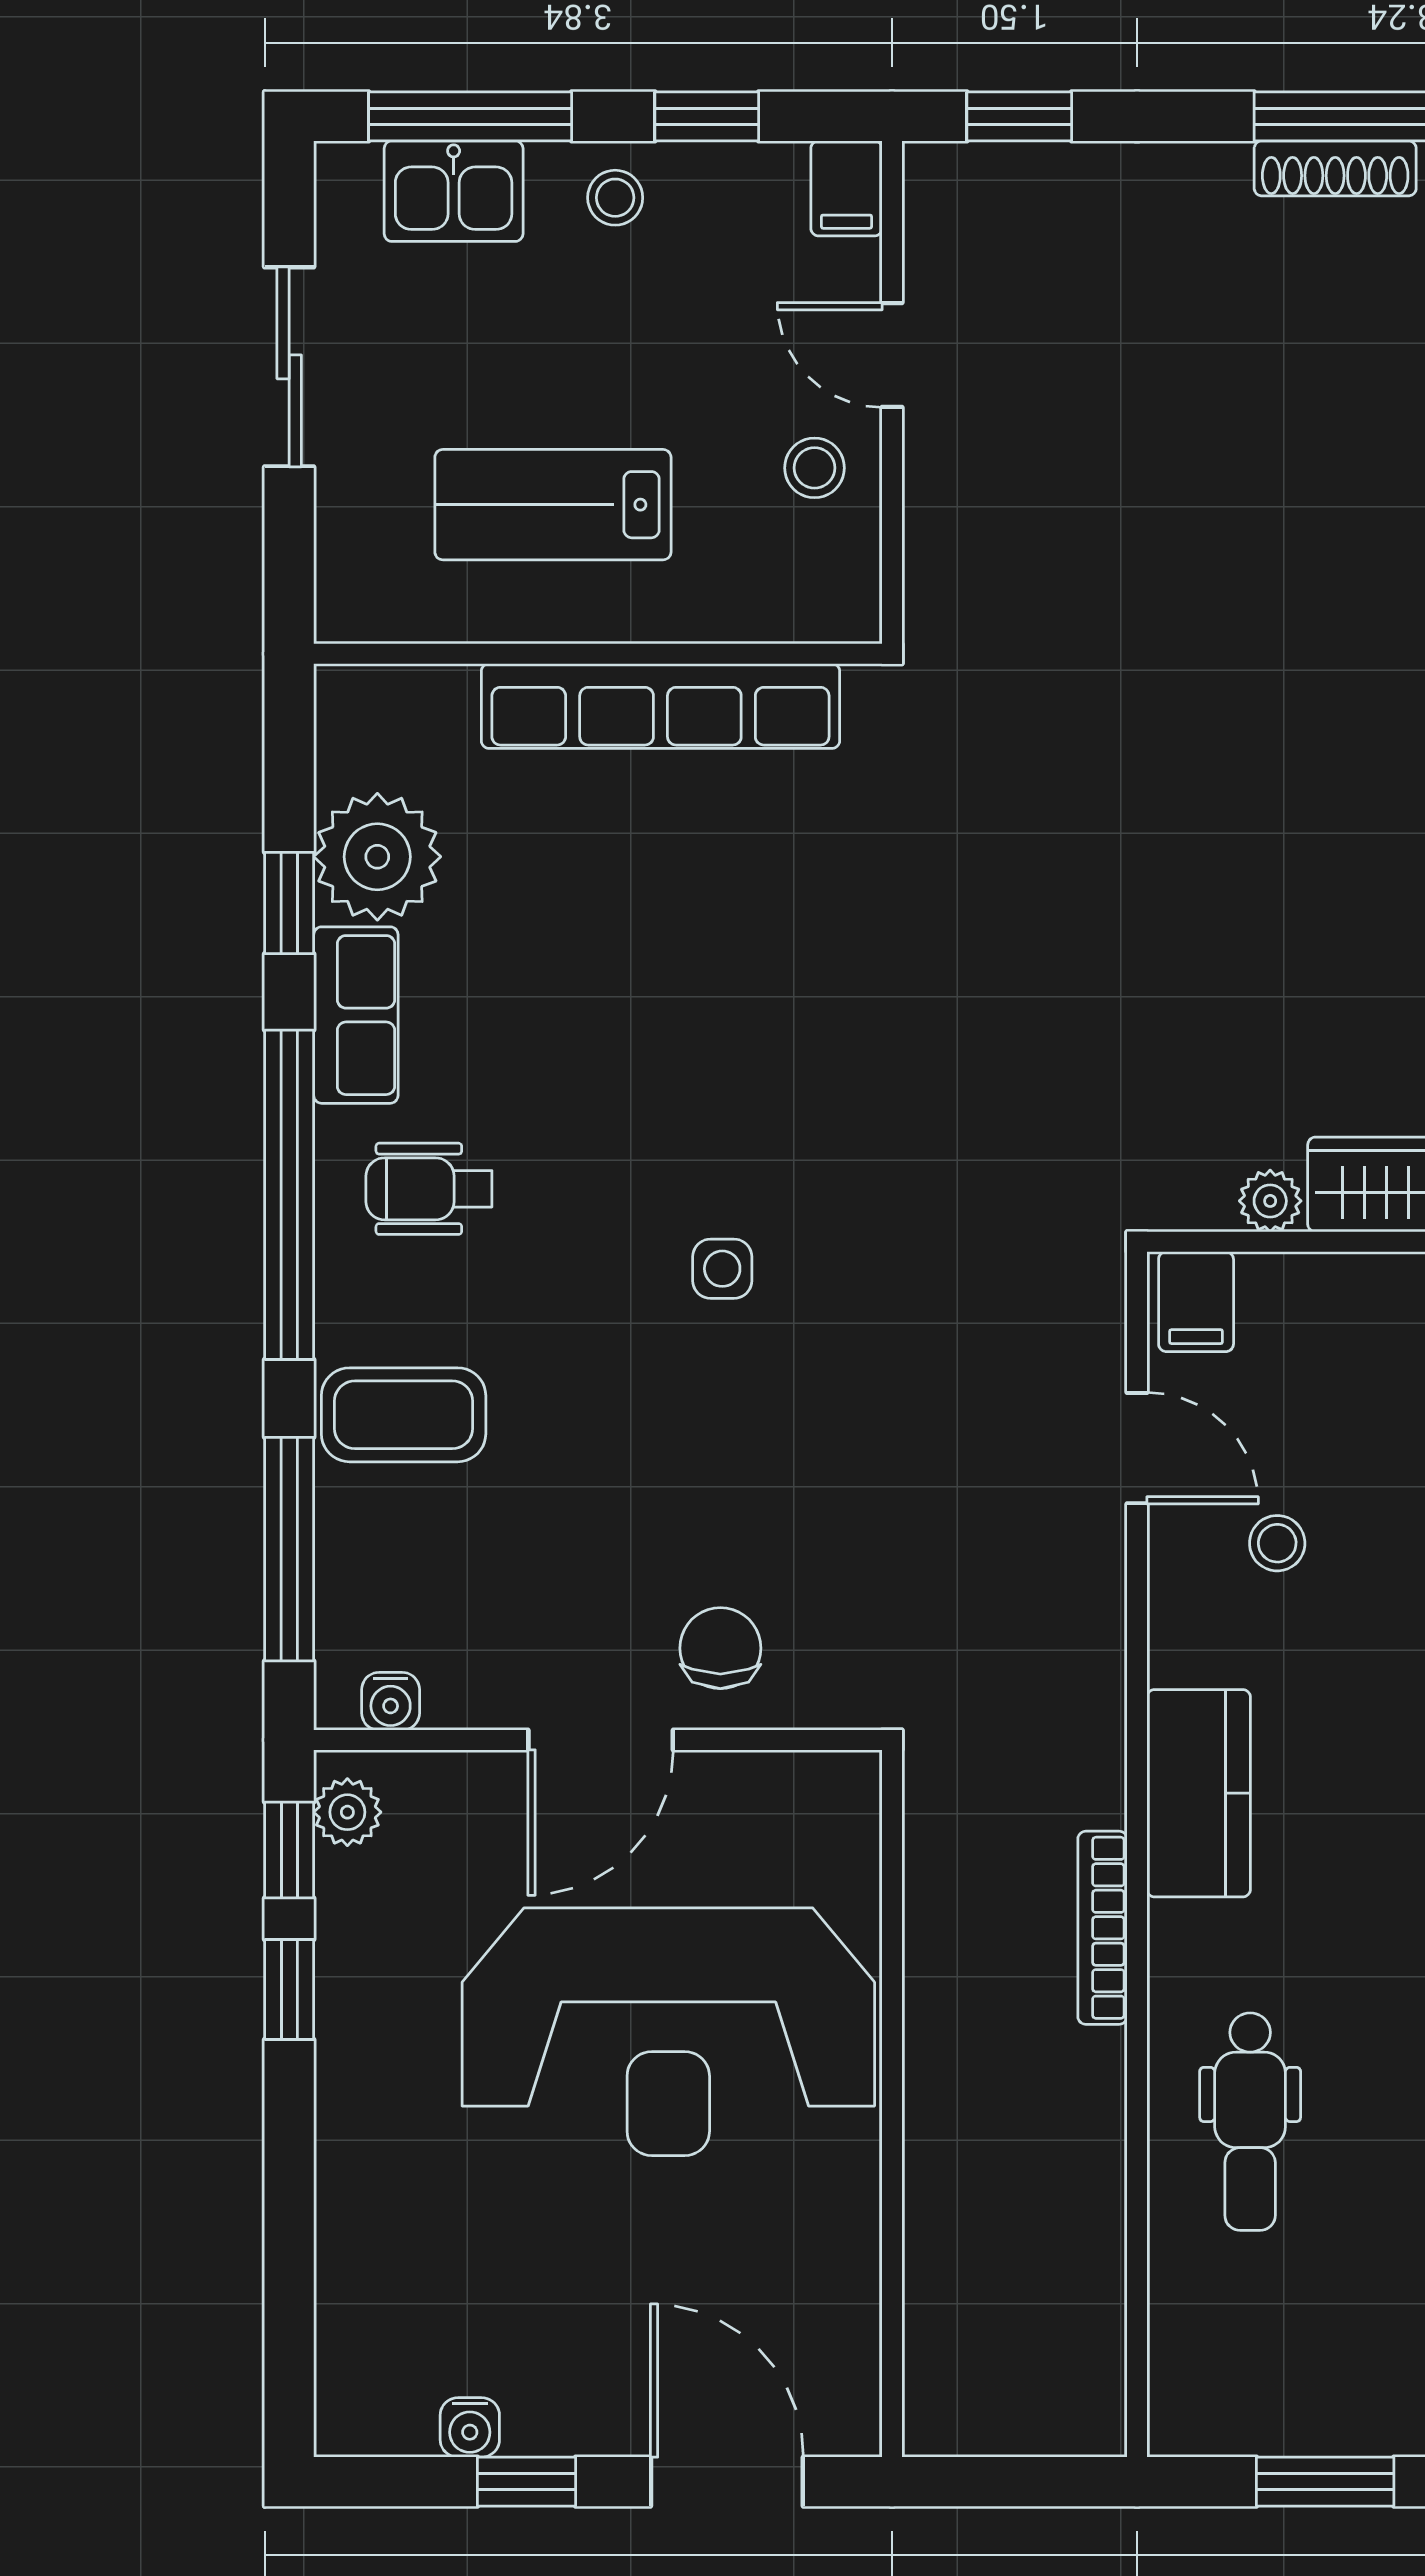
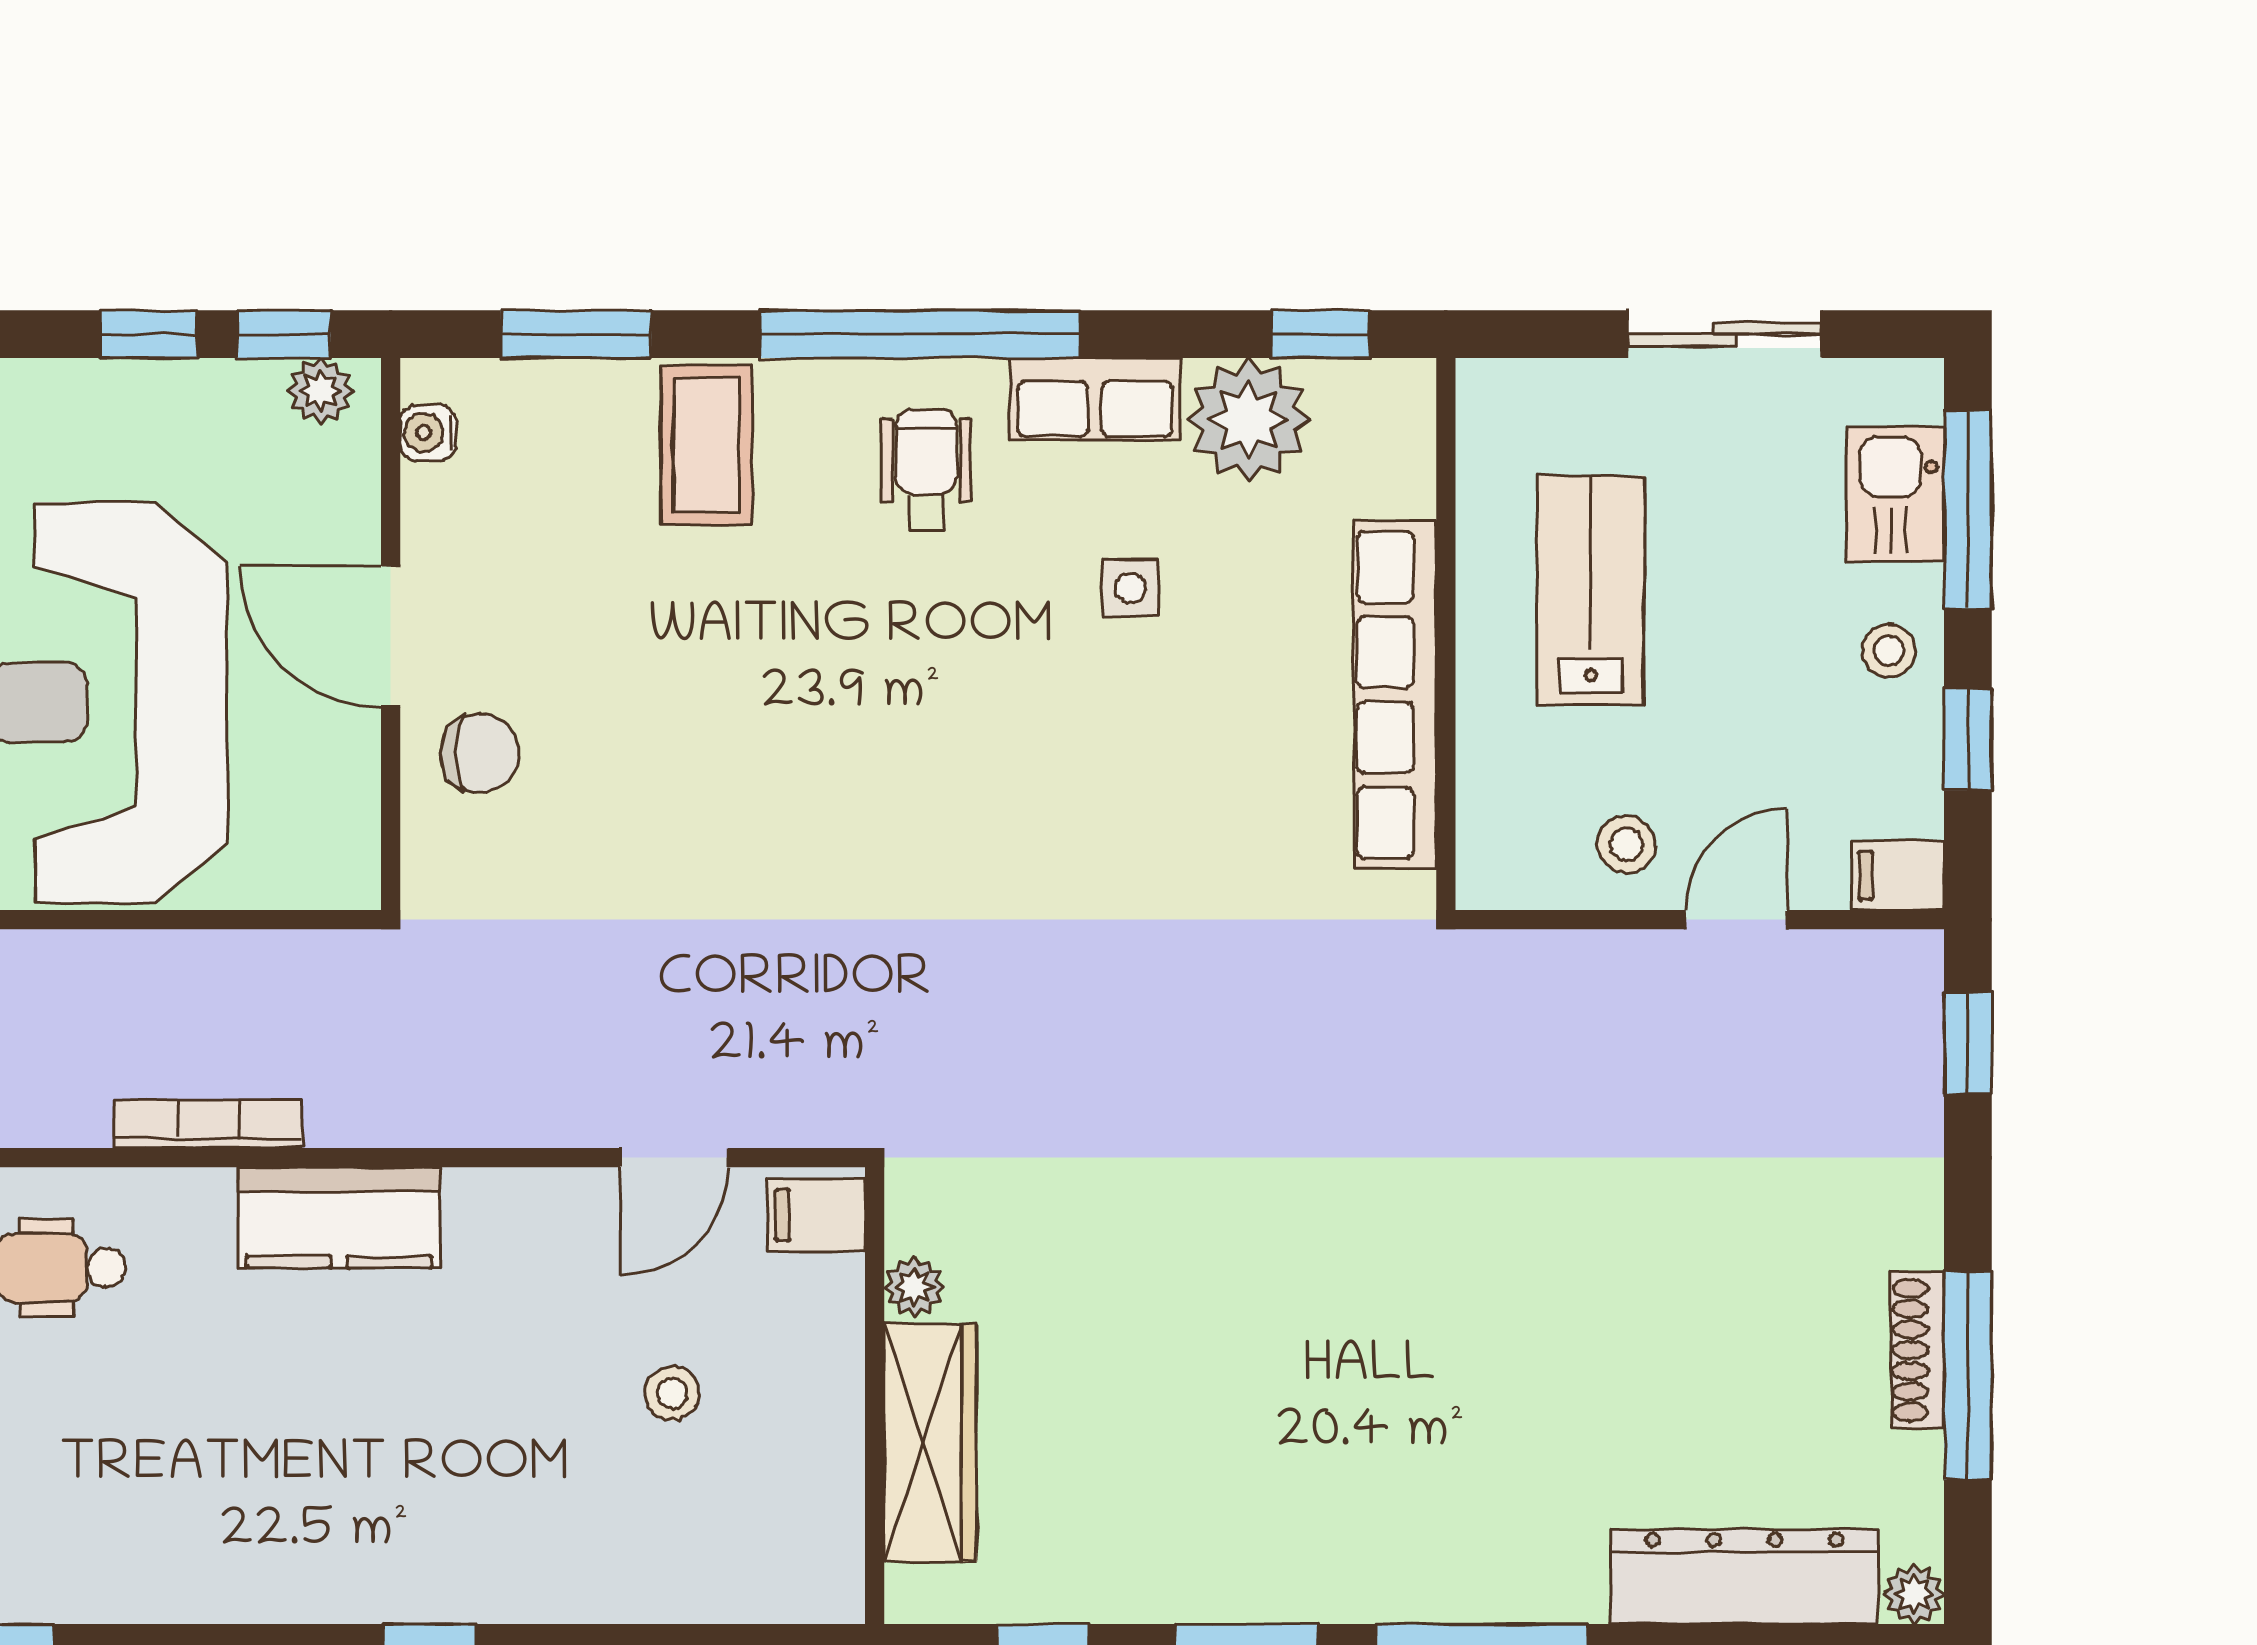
window: (289, 903) -> (1320, 334), moved
side table: (722, 1269) -> (1130, 588), moved
stool: (1277, 1543) -> (672, 1394), moved
window: (289, 1549) -> (576, 334), width x0.69

